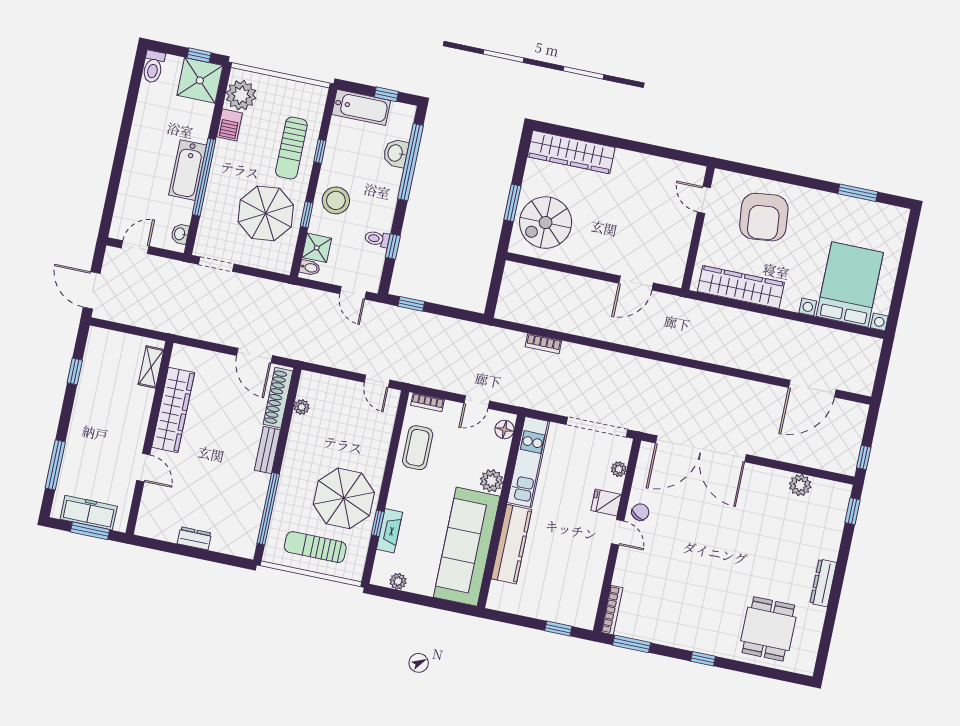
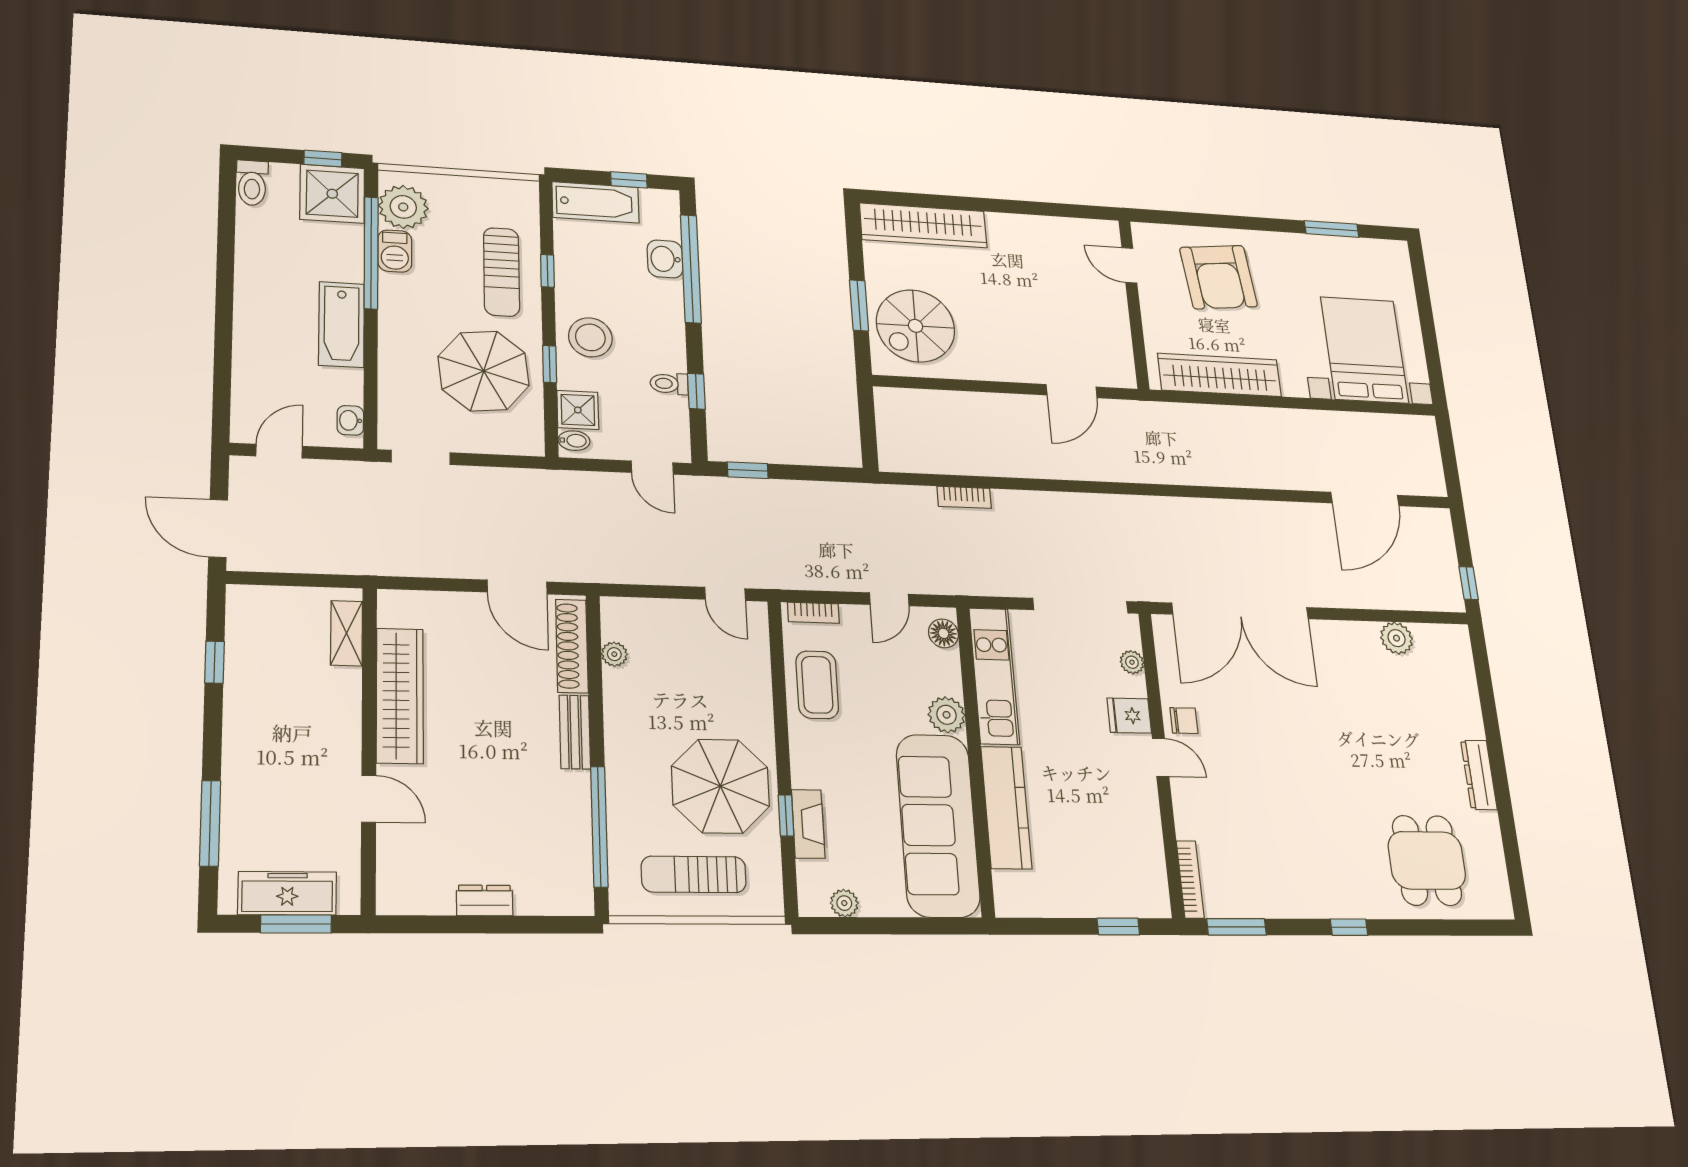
window: (204, 177) -> (371, 253), moved
window: (853, 511) -> (1481, 662), removed
chair: (640, 512) -> (1184, 721), turned 59

